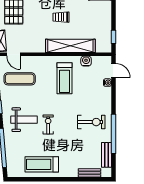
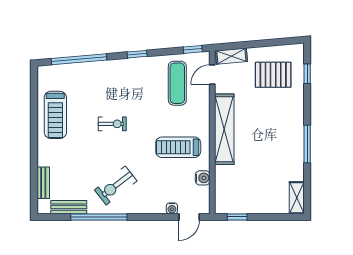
trolley: (61, 17) -> (265, 142), removed
shelving: (70, 46) -> (224, 129), moved
weight bench: (24, 120) -> (119, 89), removed
exercise bike: (91, 122) -> (116, 185), turned 52
treadmill: (42, 164) -> (55, 115), turned 180

